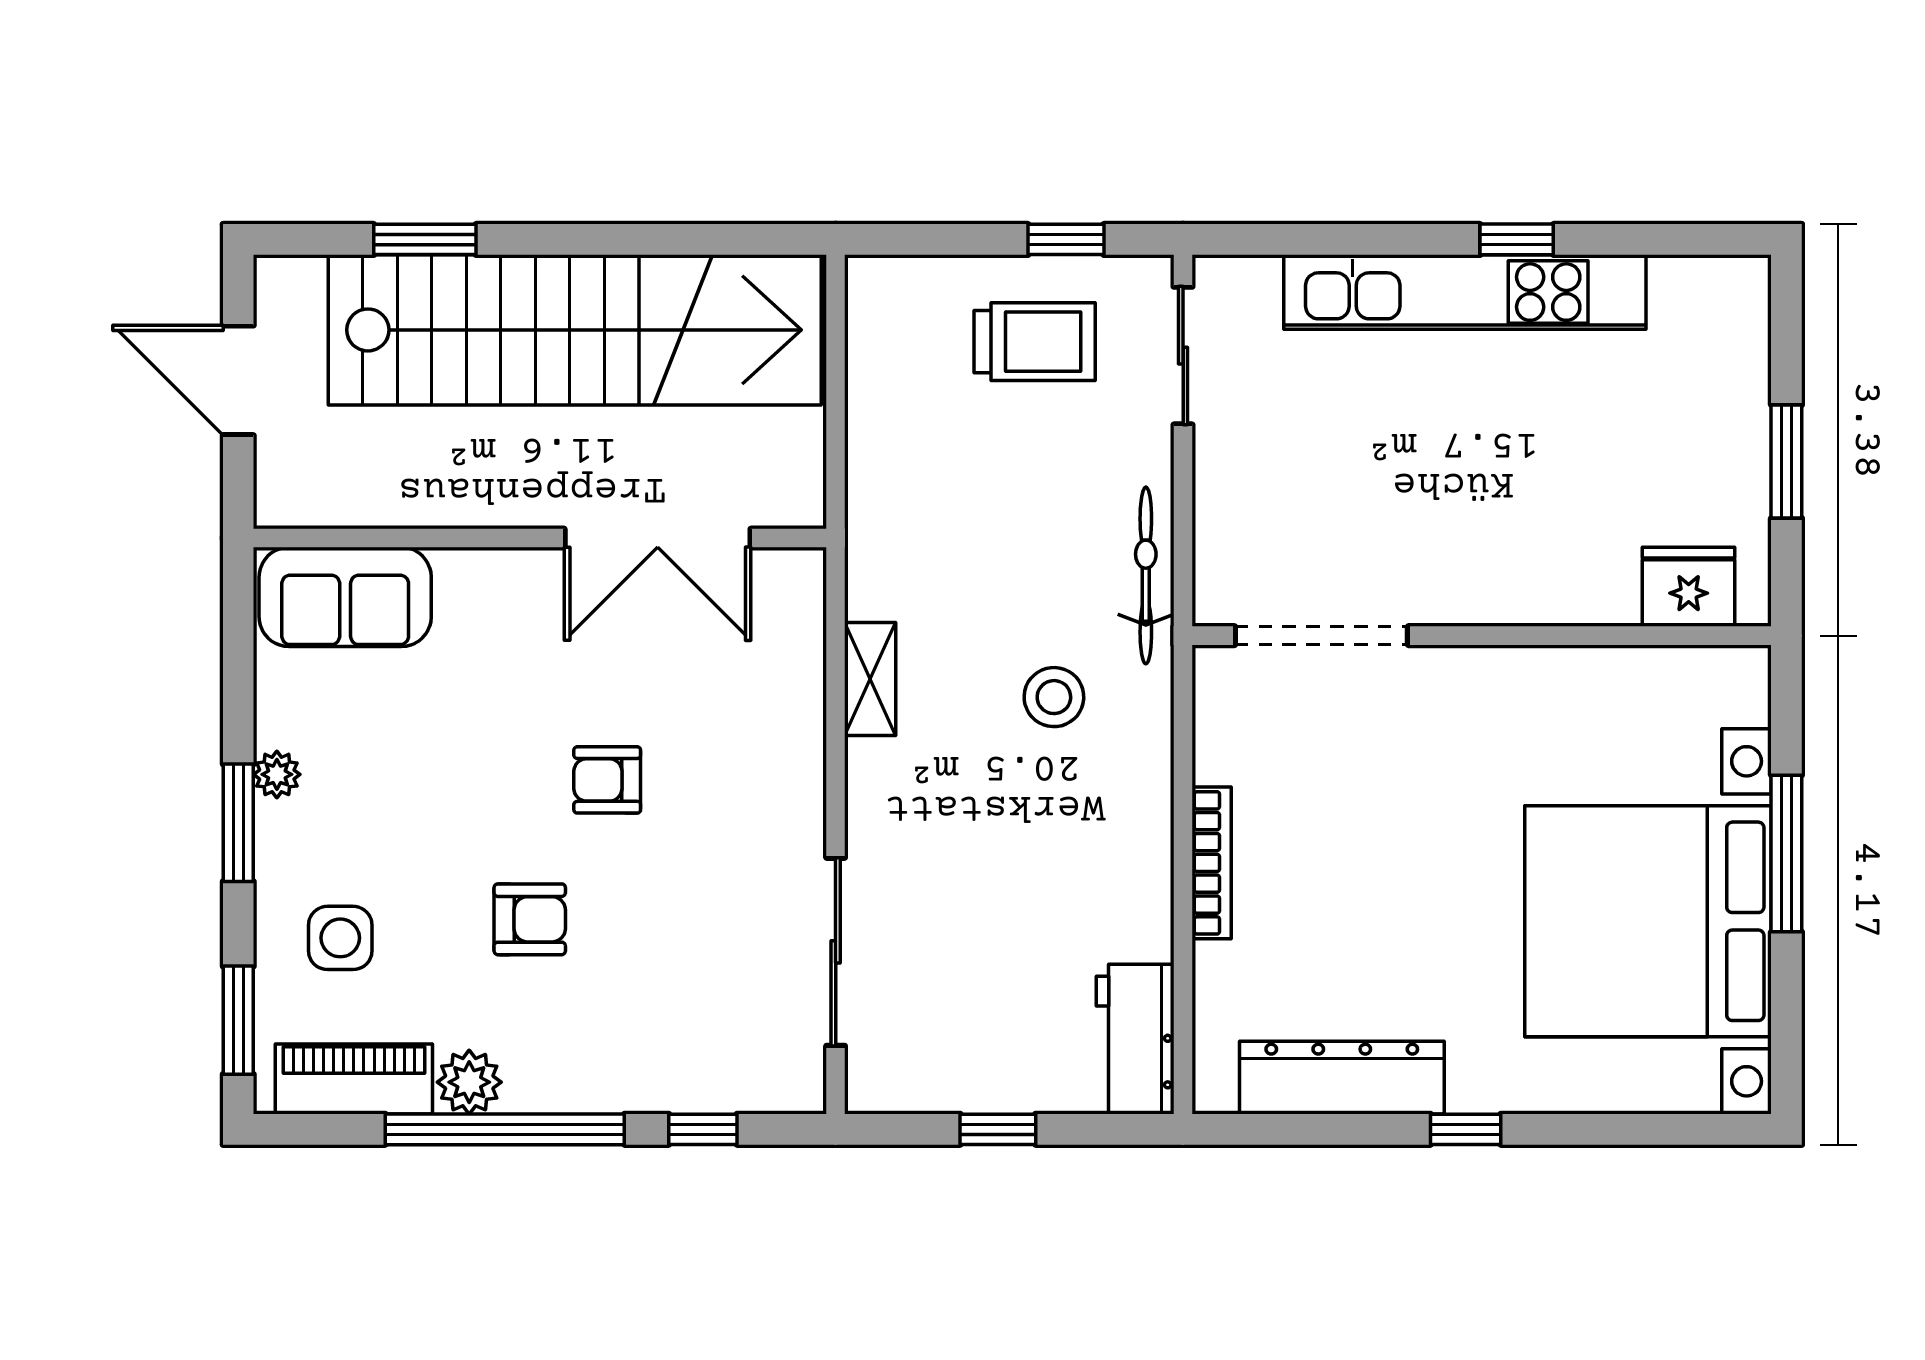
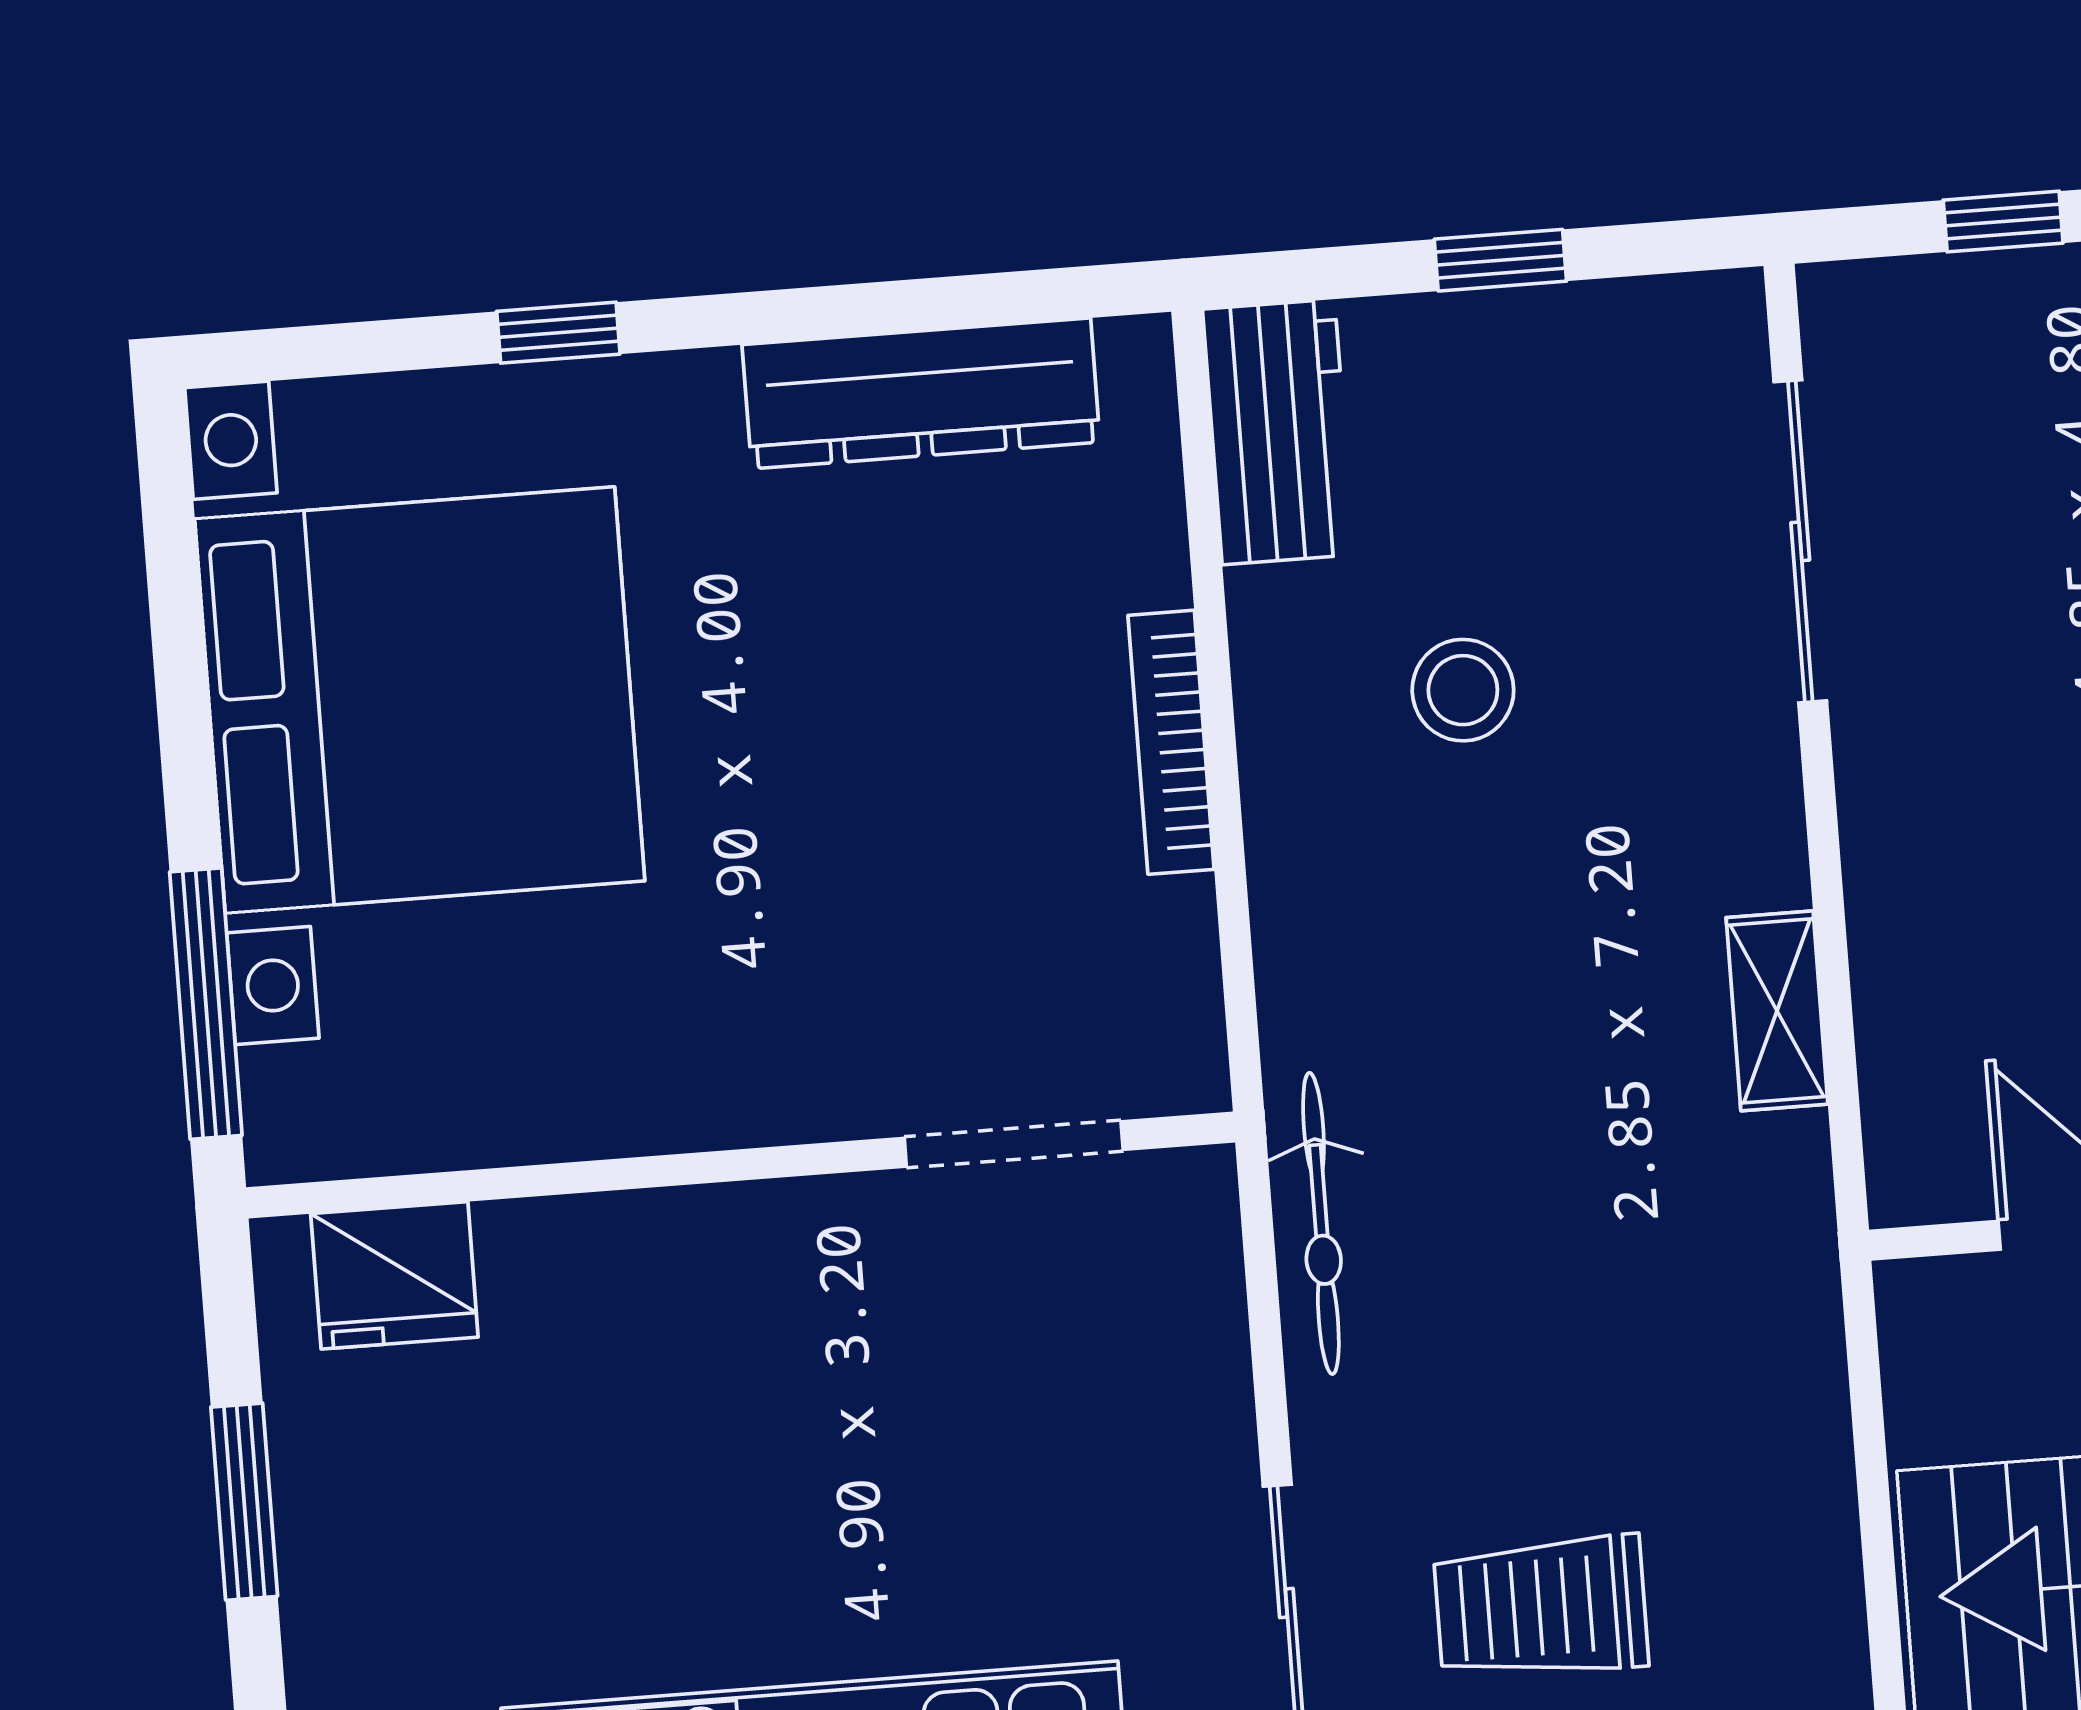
doorway: (1321, 636) -> (1014, 1144), width x0.73
stool: (1054, 697) -> (1463, 690), moved
window: (1786, 853) -> (206, 1004), moved
window: (1466, 1129) -> (558, 333), moved

